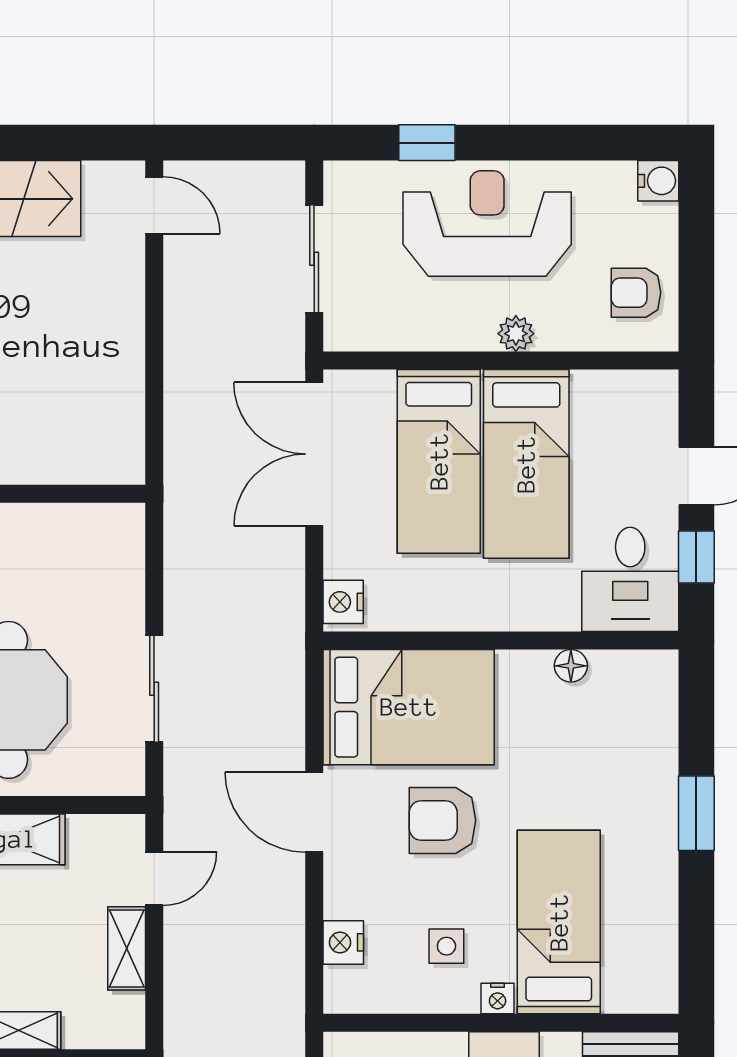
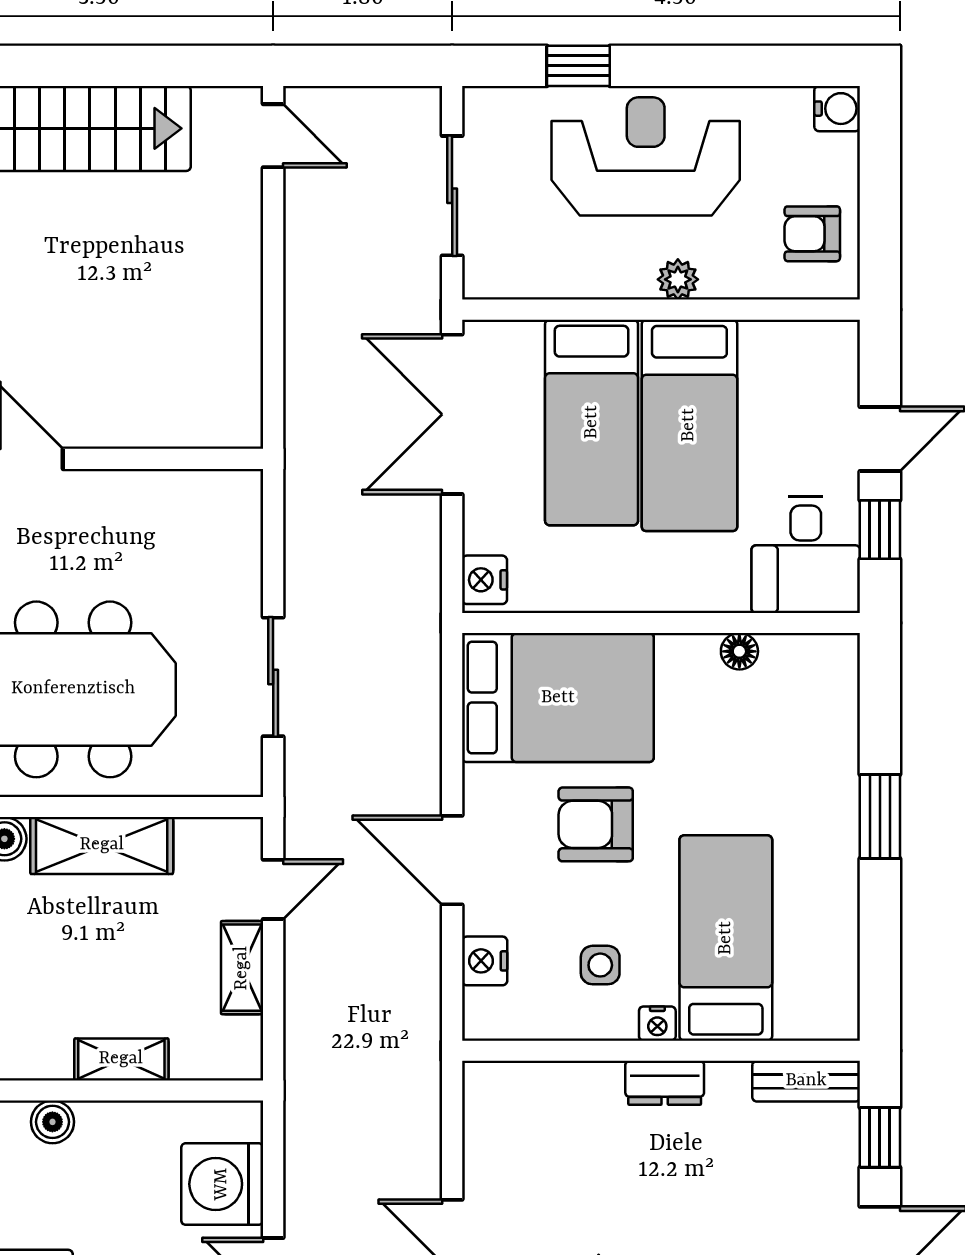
door: (314, 812) -> (452, 860), moved

